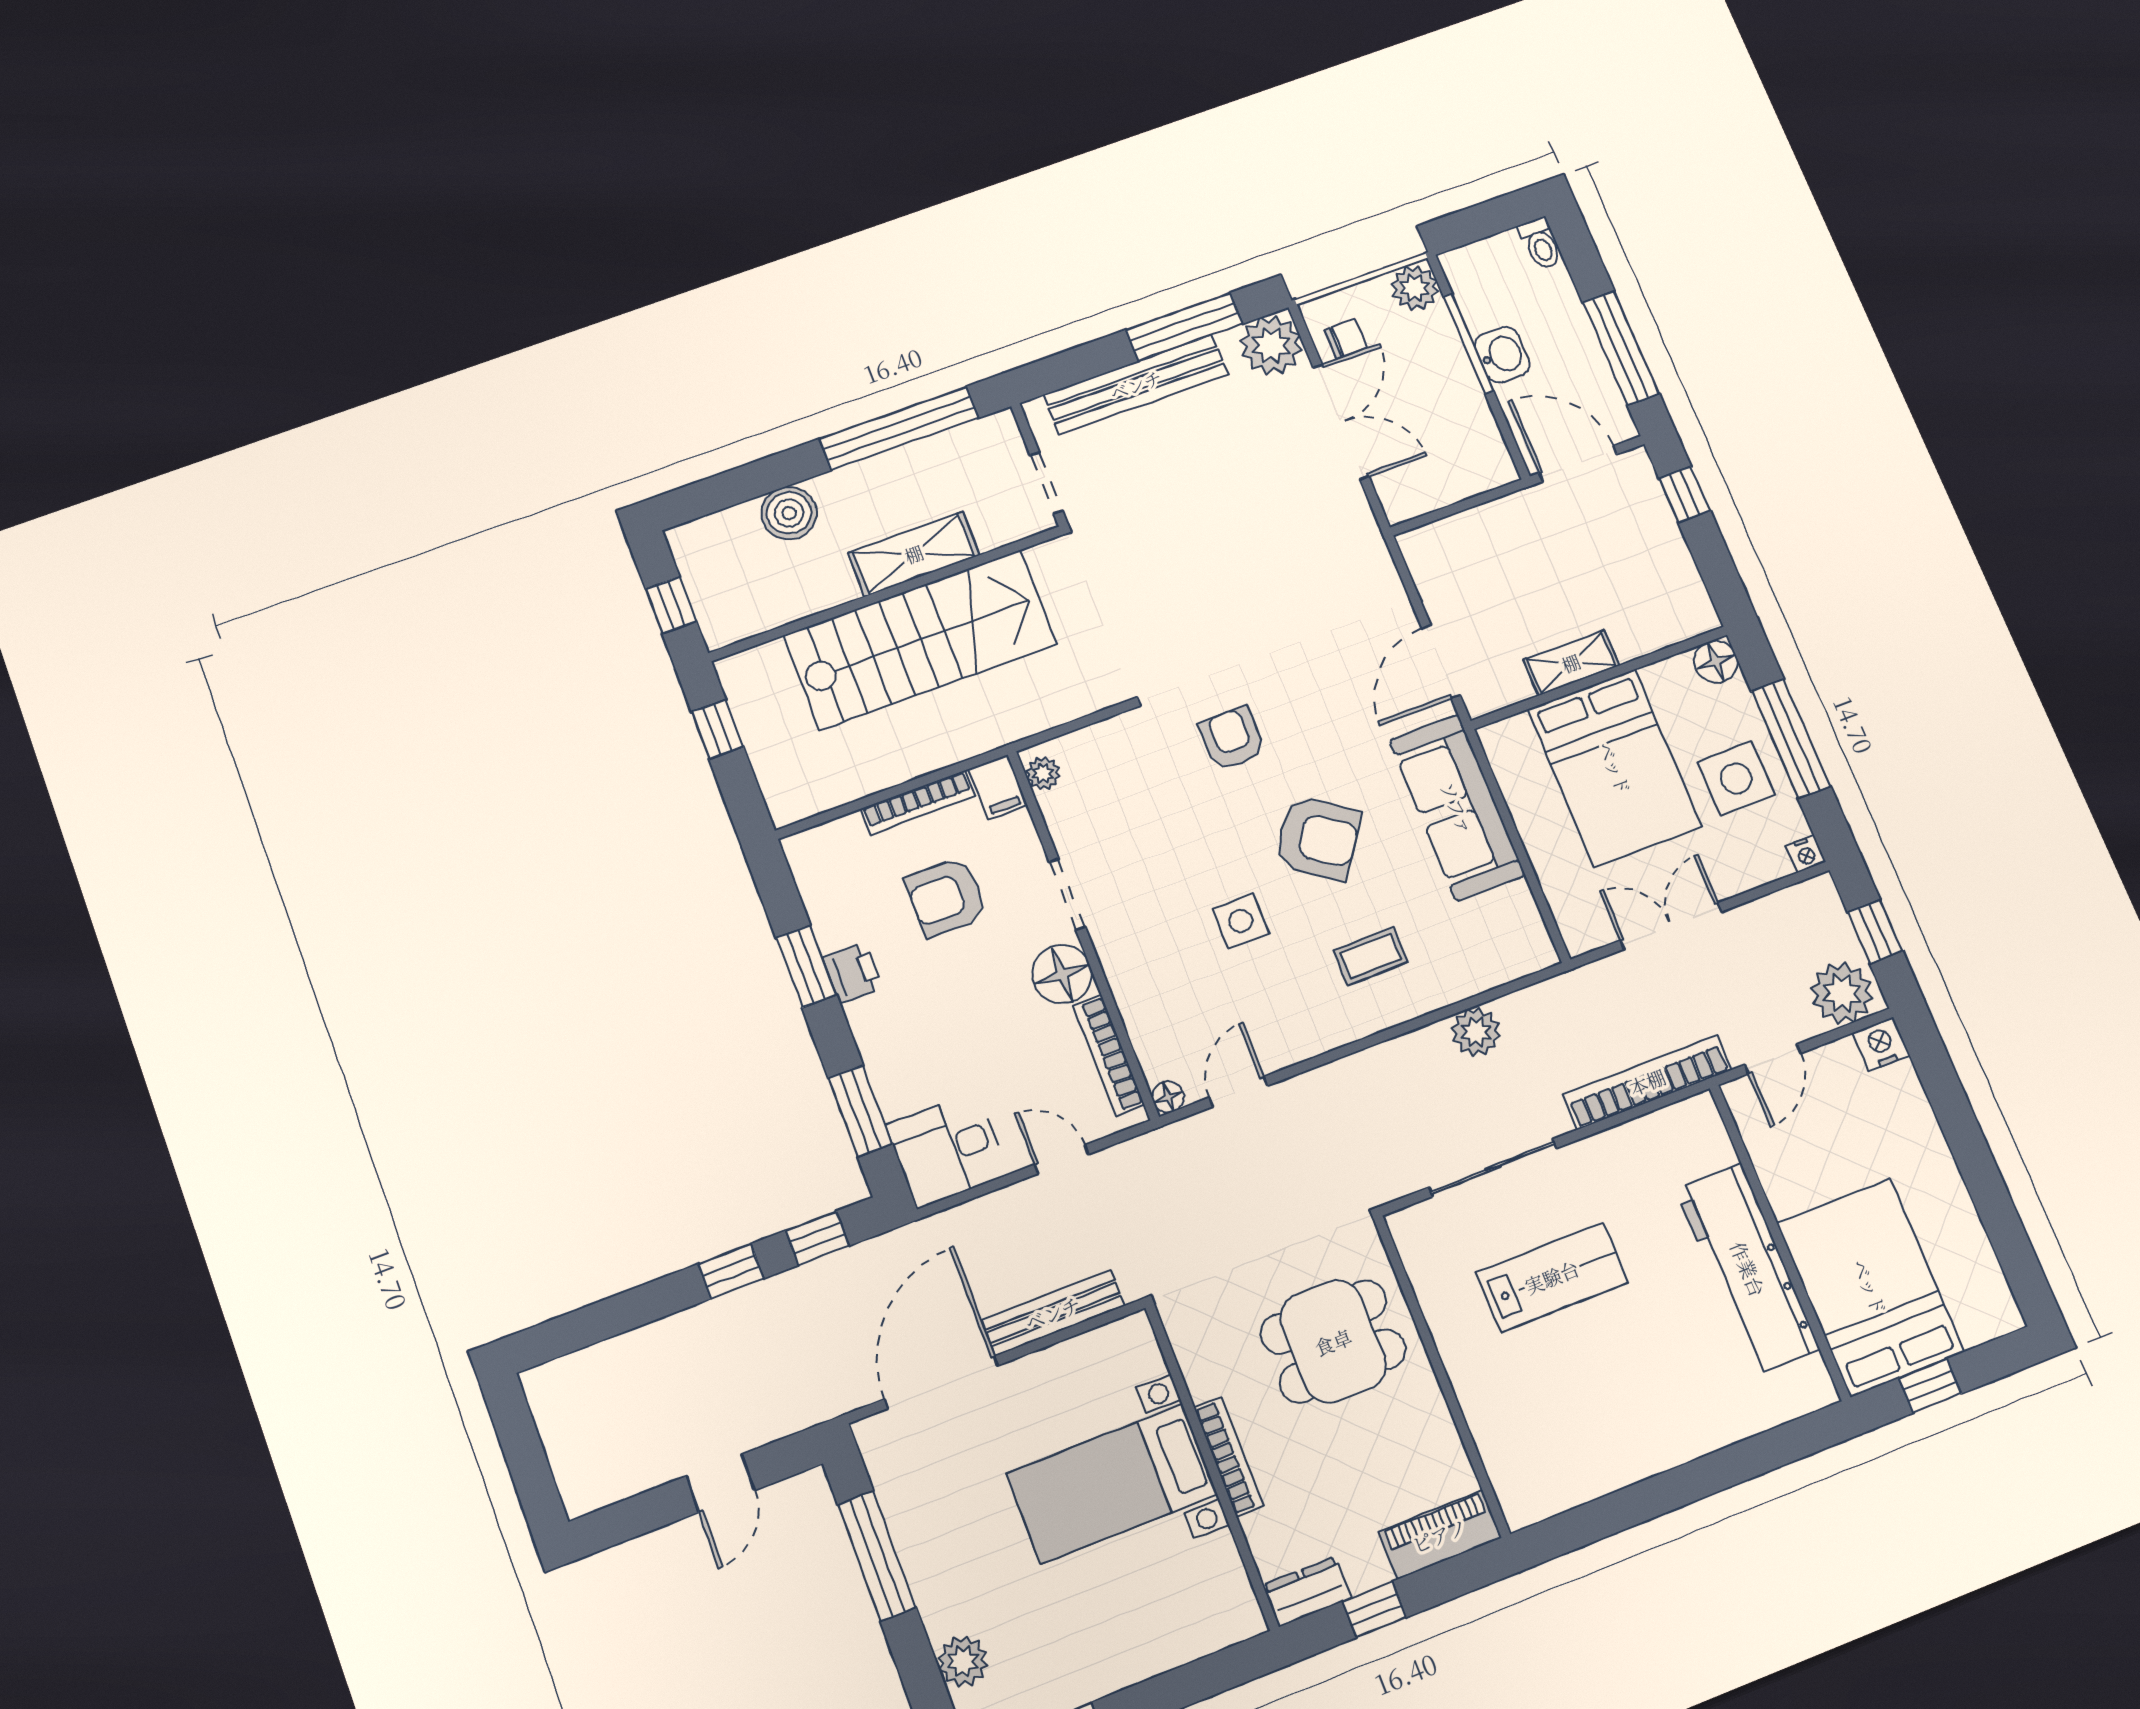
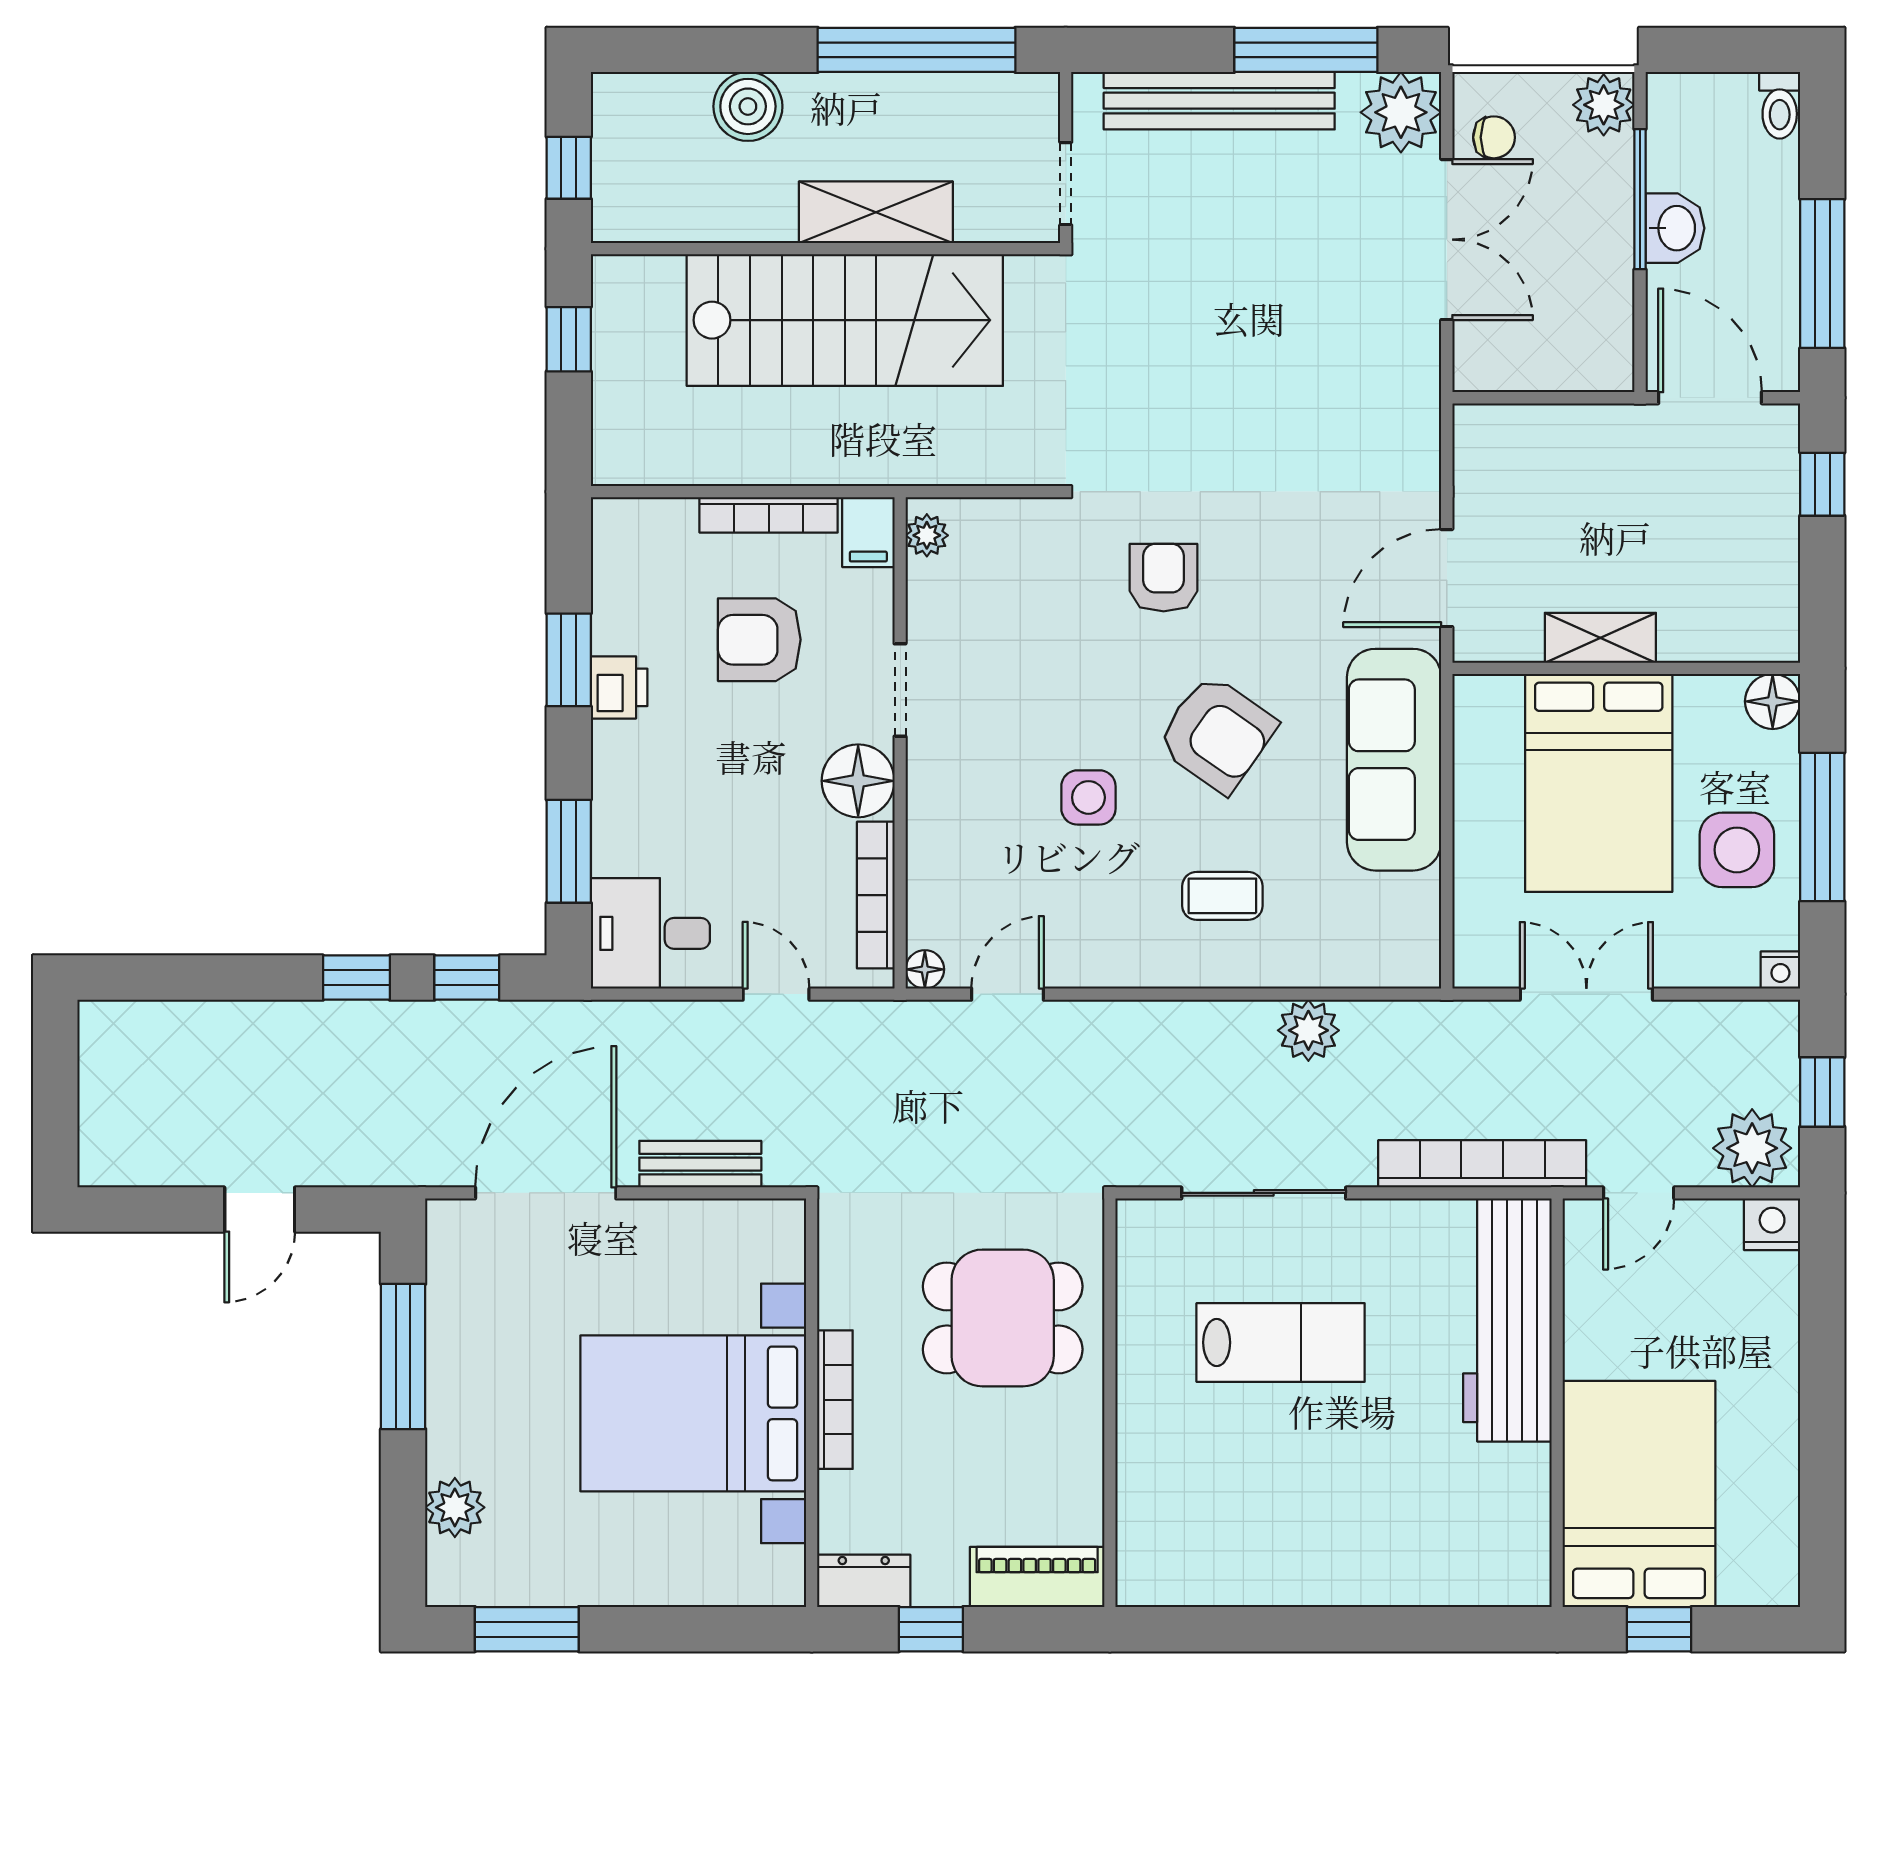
workbench: (1748, 1269) -> (1507, 1320), moved
bench: (1053, 1313) -> (700, 1164), width x0.73
bed with nightstands: (1112, 1484) -> (693, 1413), width x1.36

